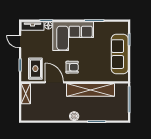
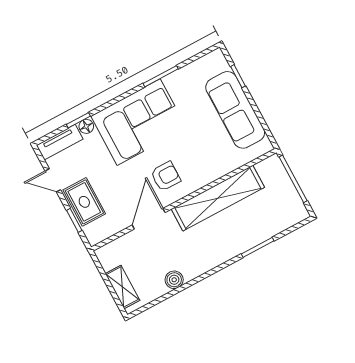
rug: (35, 69) -> (84, 202), moved
door: (54, 82) -> (149, 219), hinge flipped
shelving: (26, 94) -> (122, 287), moved
boiler: (74, 116) -> (174, 280), moved

